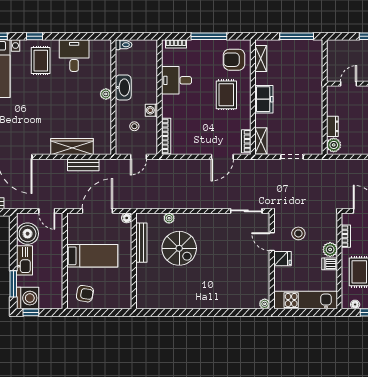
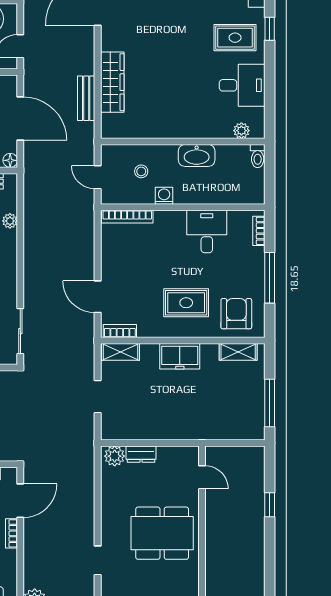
plant: (106, 94) -> (241, 131), moved

